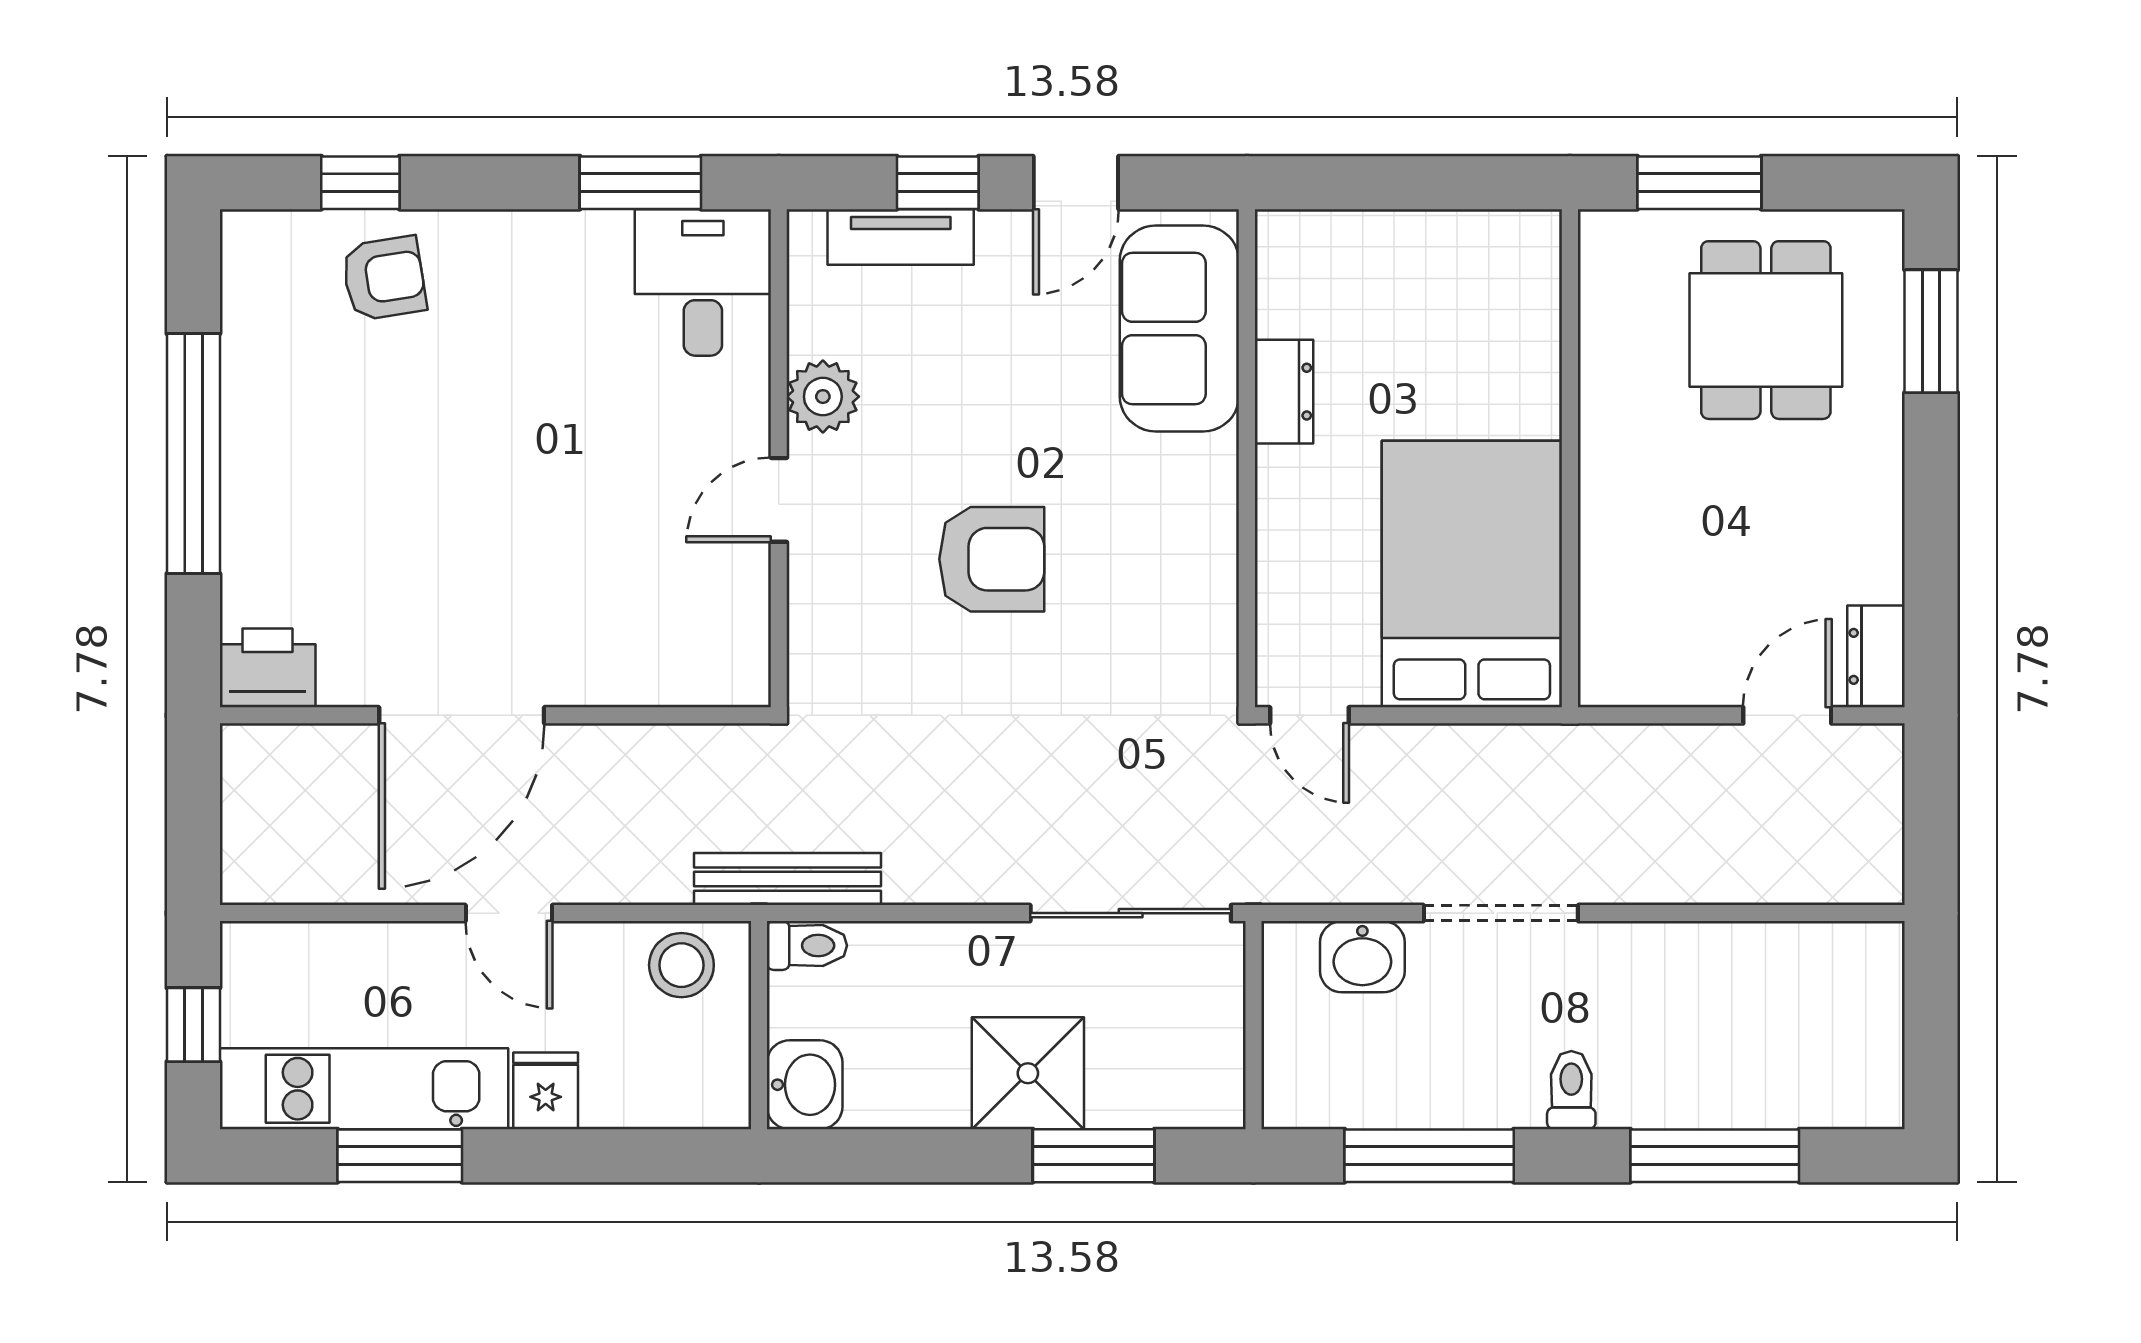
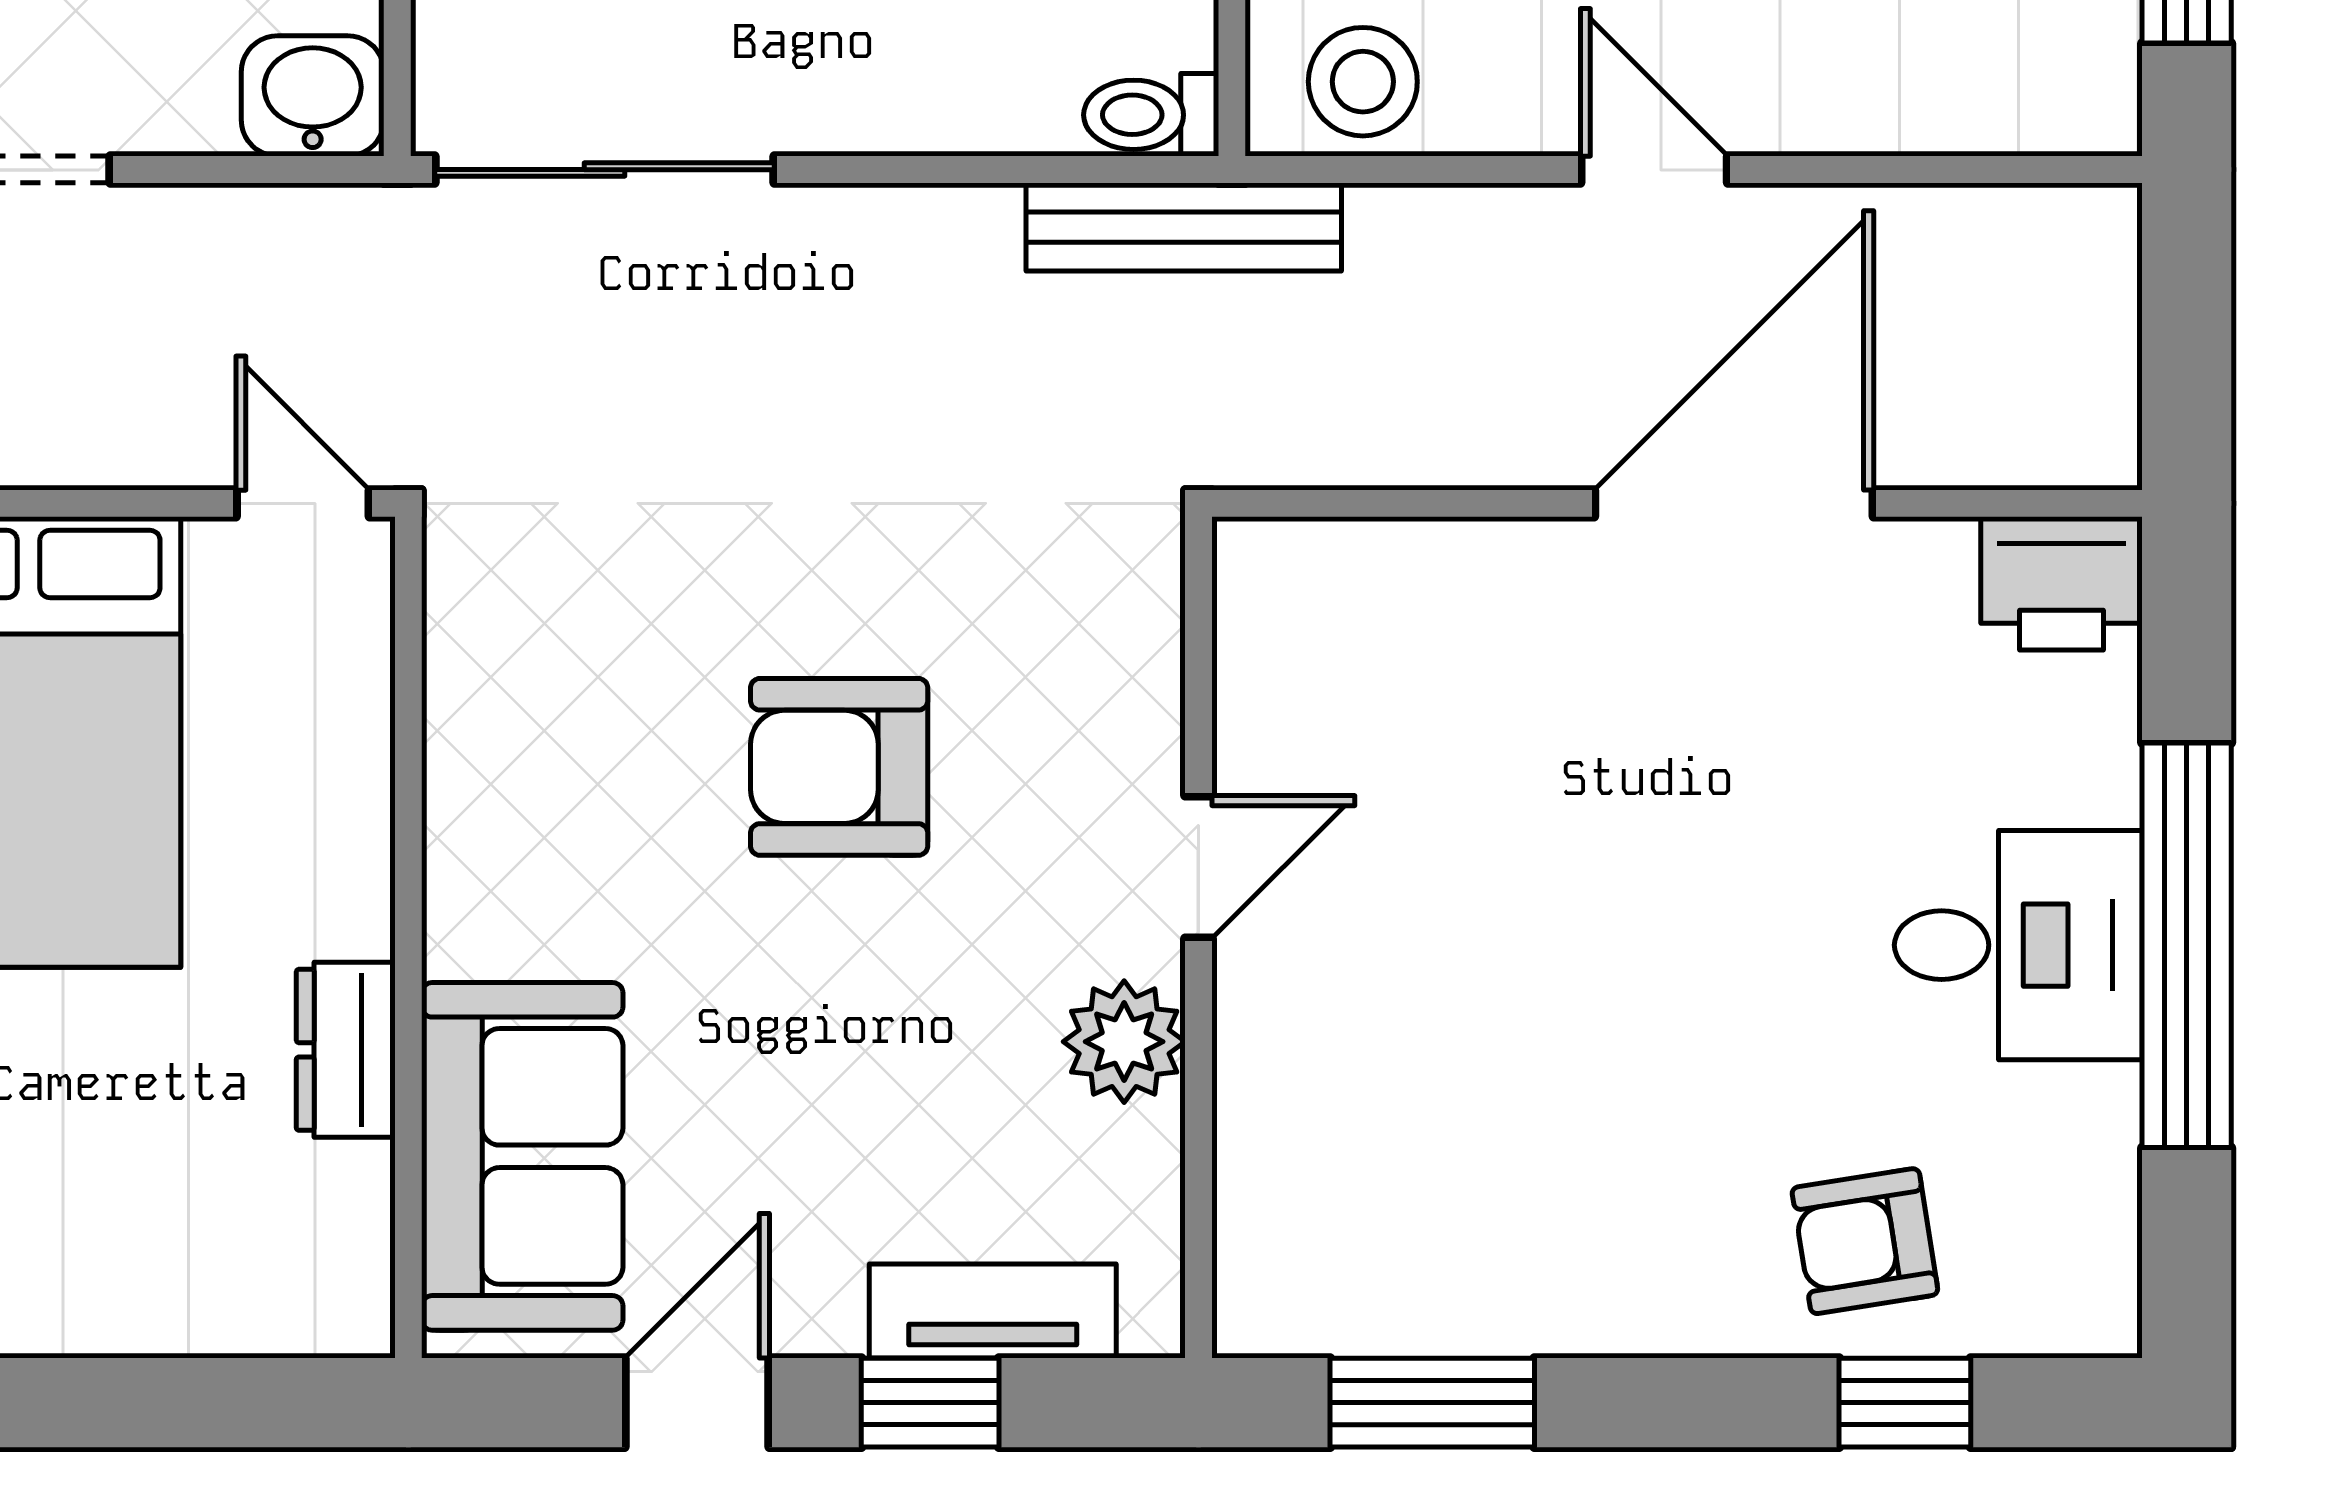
desk: (703, 282) -> (2018, 945), moved, turned -90
washbasin: (1362, 957) -> (313, 96), moved

